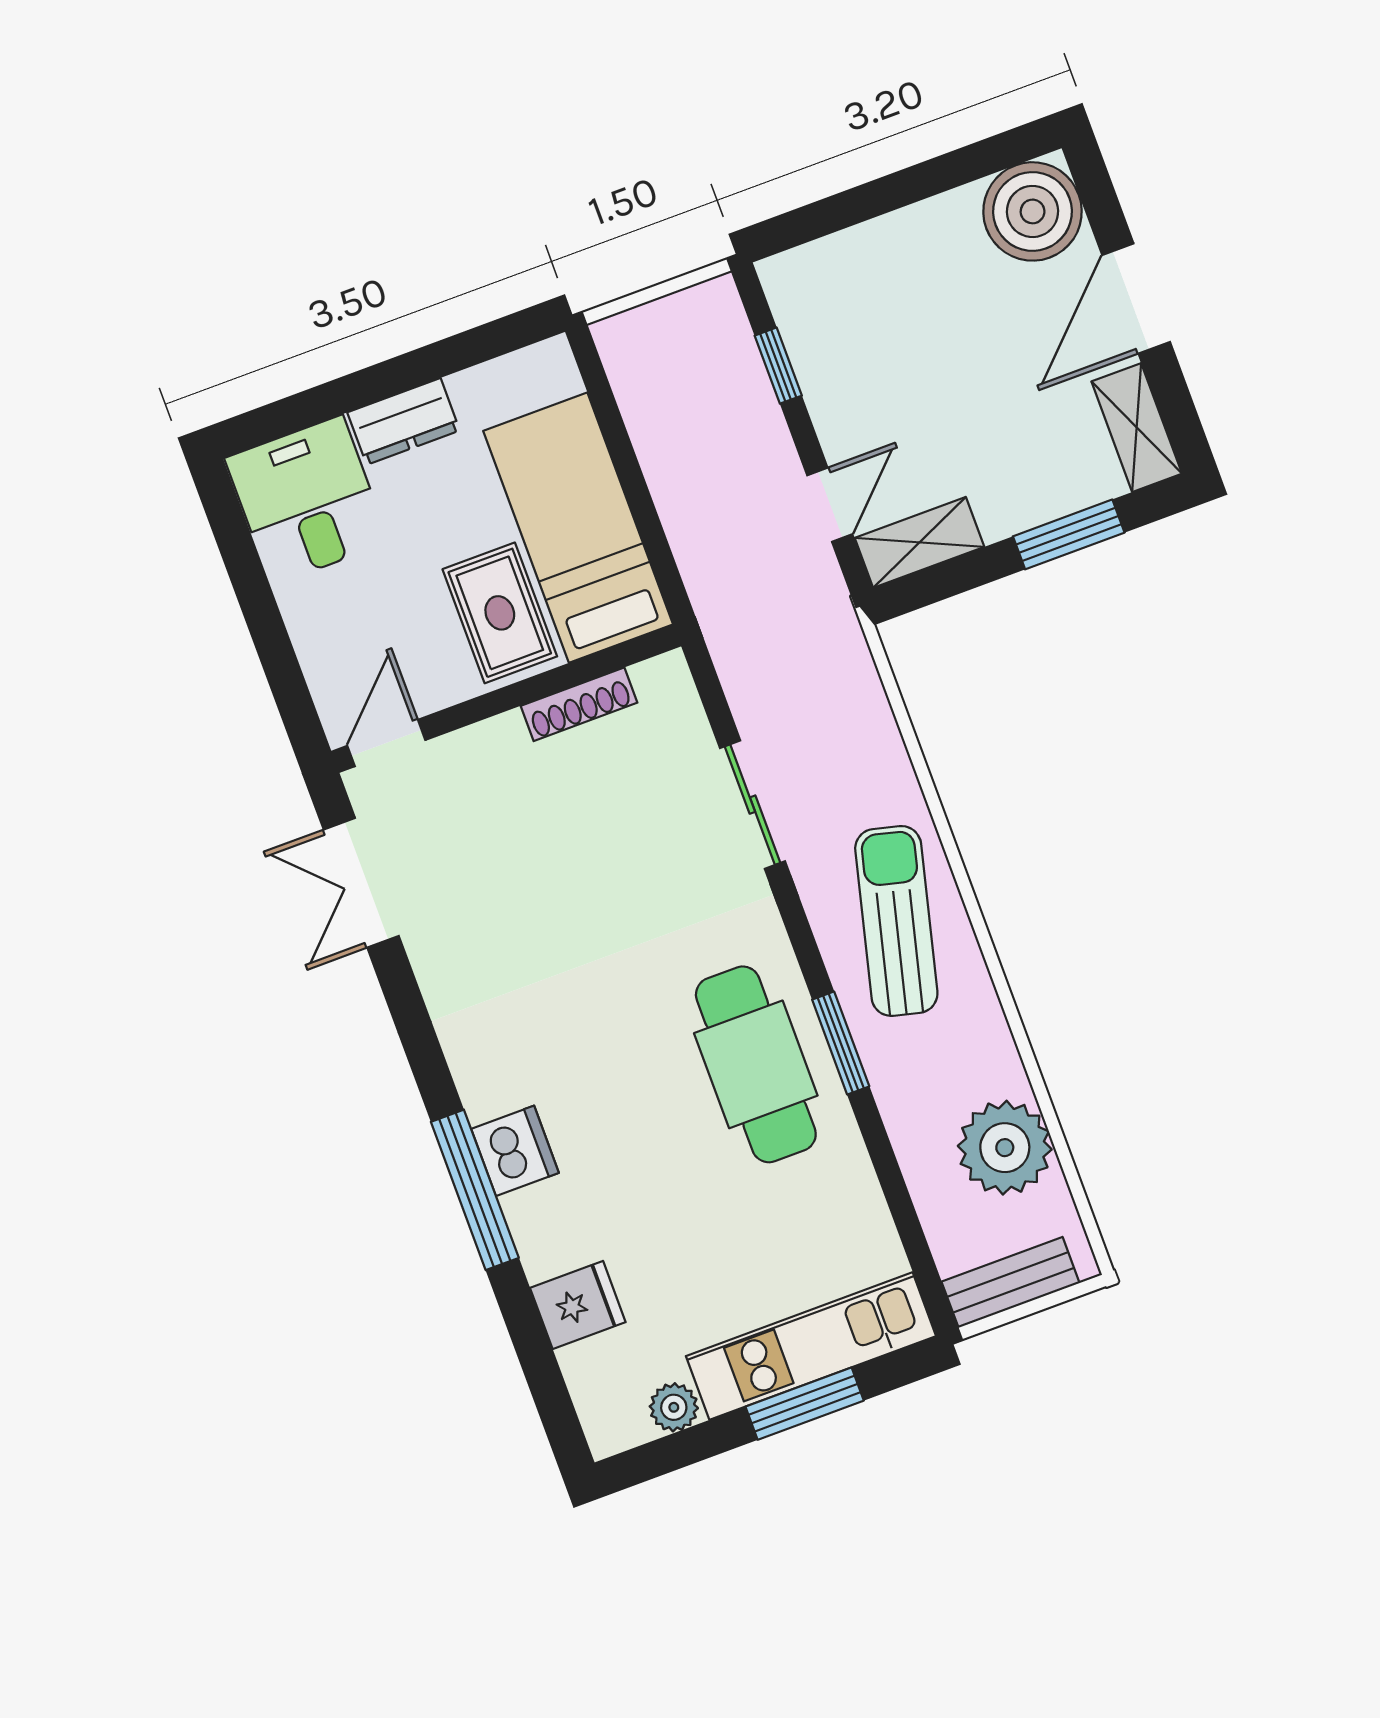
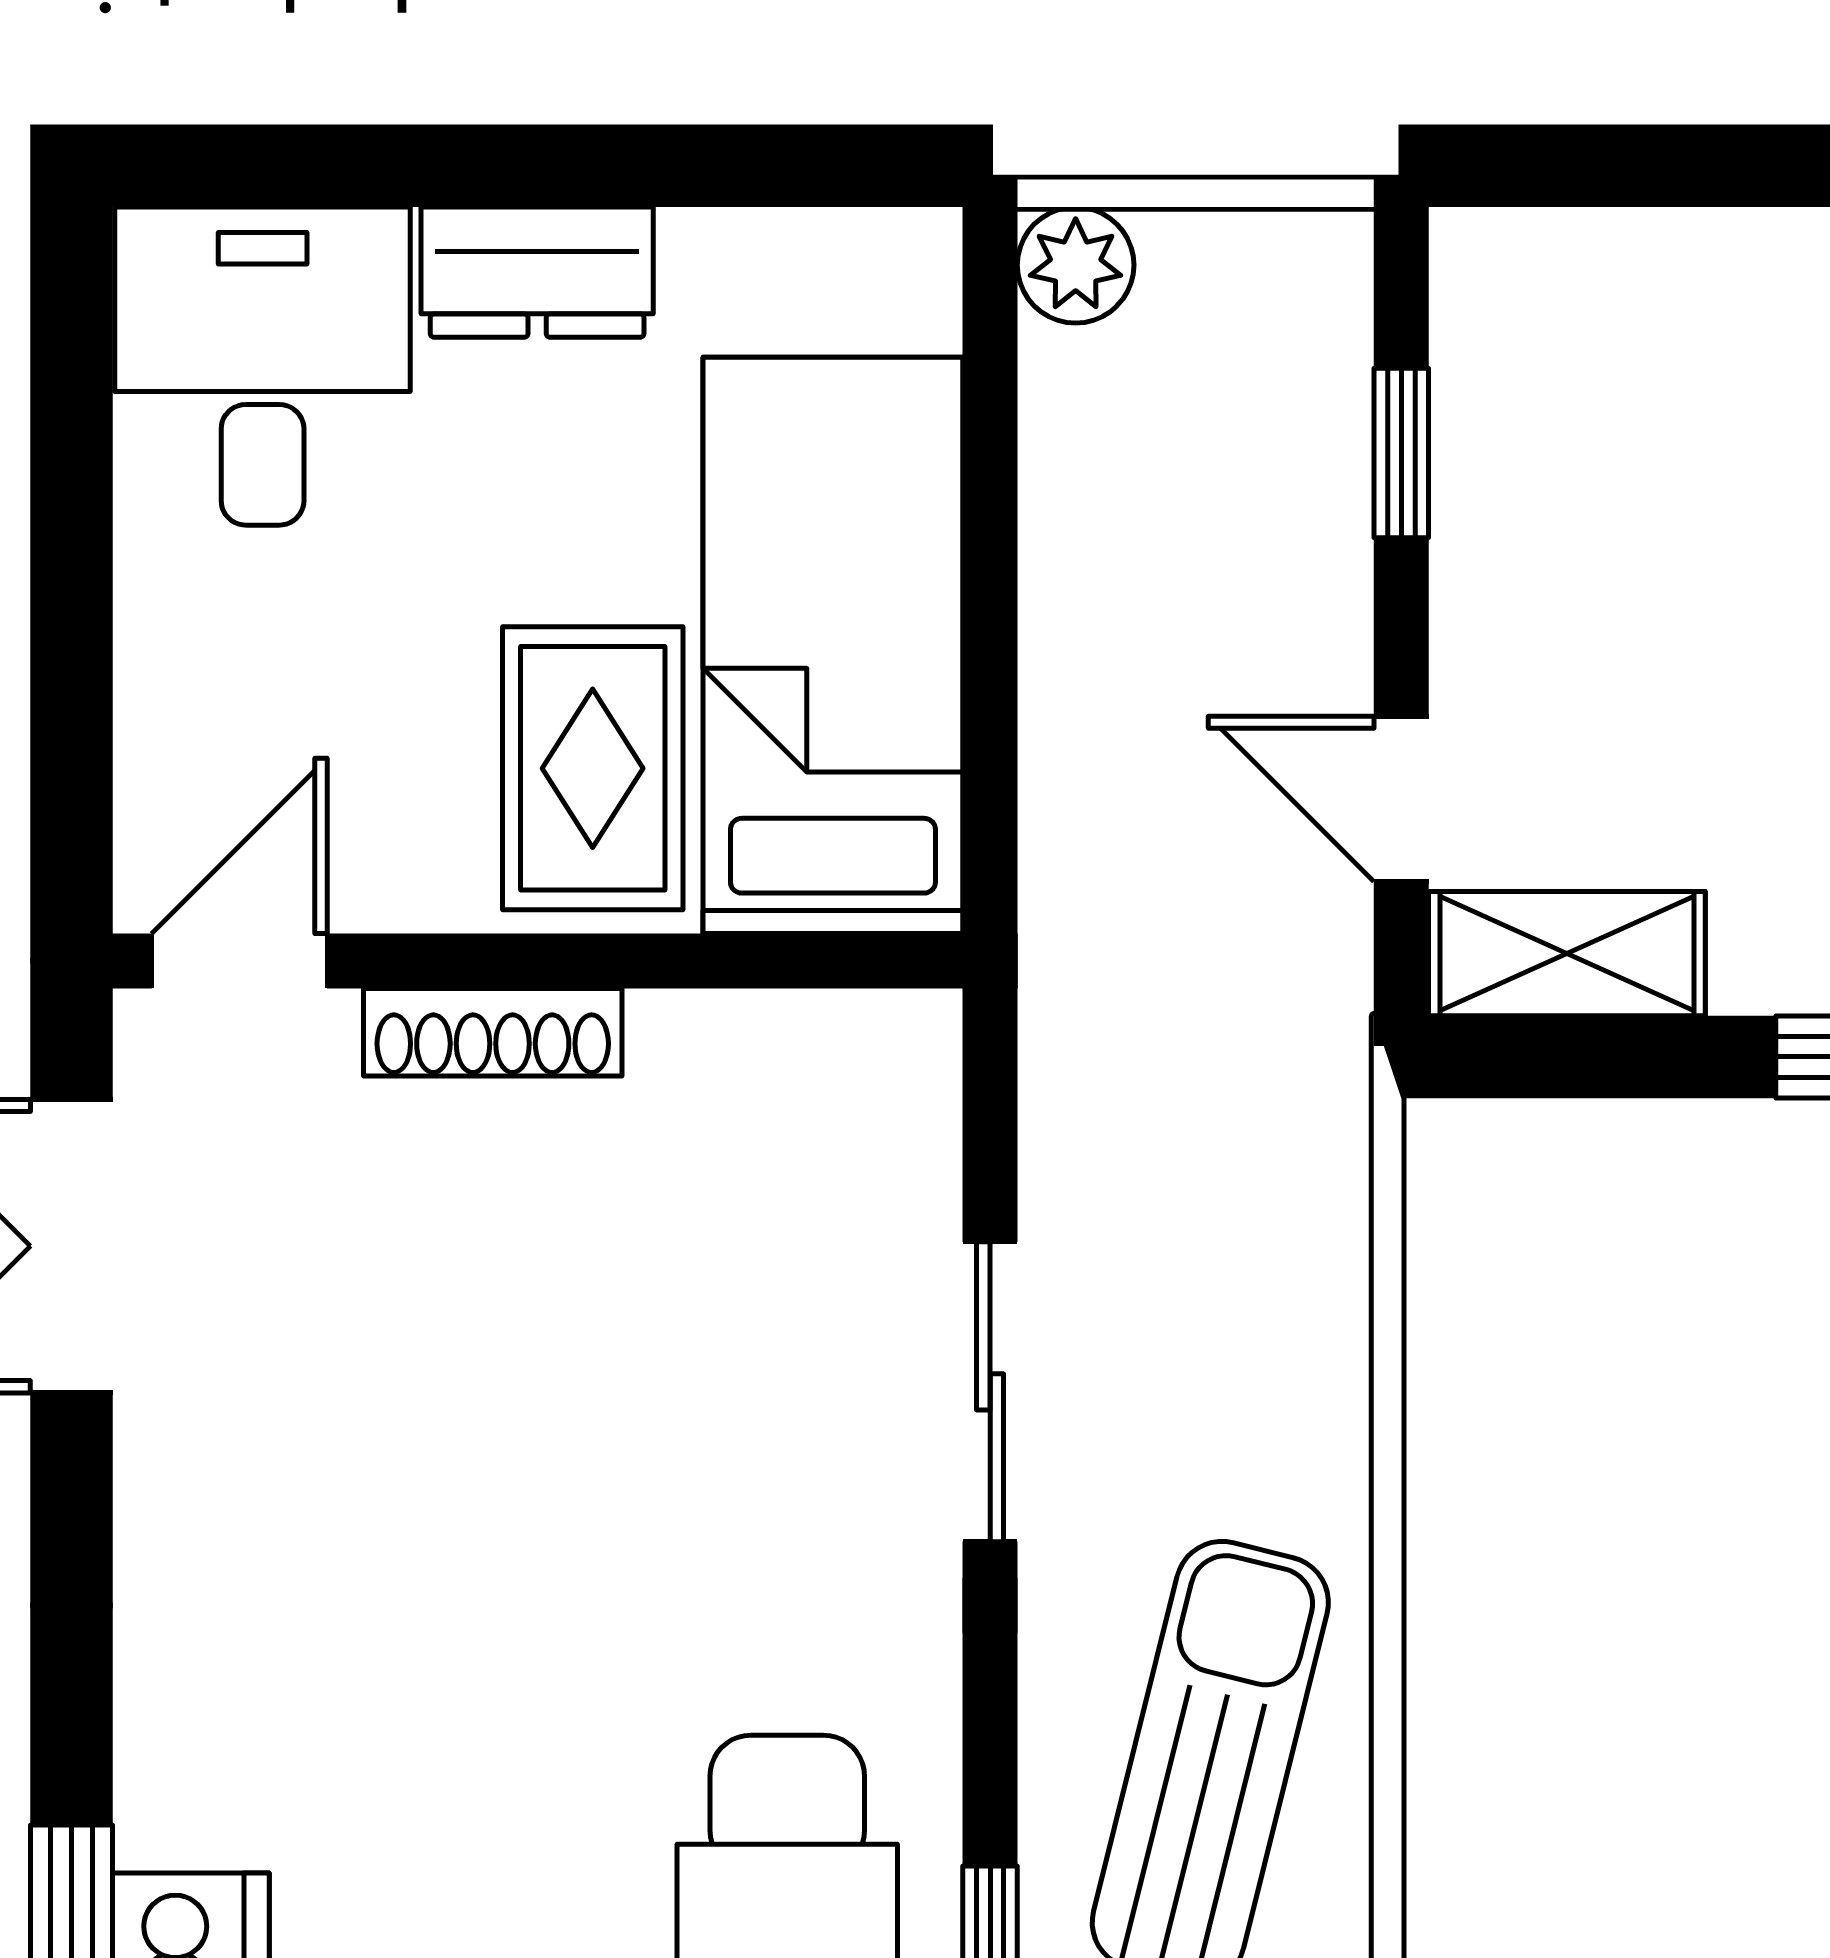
plant: (619, 338) -> (1076, 265), added
door: (830, 505) -> (1401, 799), swing flipped
shoe rack: (579, 704) -> (493, 1032), moved

